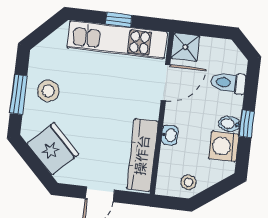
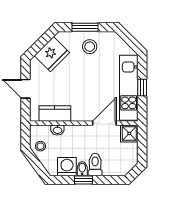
door: (165, 82) -> (104, 123), swing flipped
toilet: (228, 83) -> (95, 165), moved
washbasin: (170, 135) -> (57, 130), moved
kitchen counter: (142, 155) -> (55, 114), width x0.67

